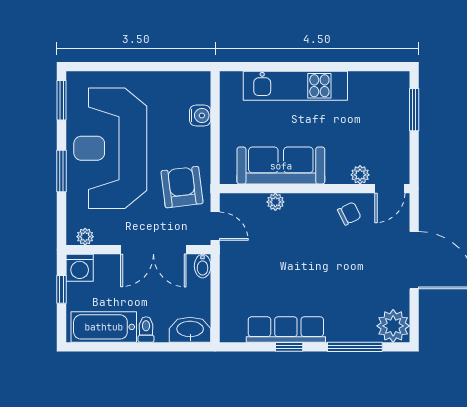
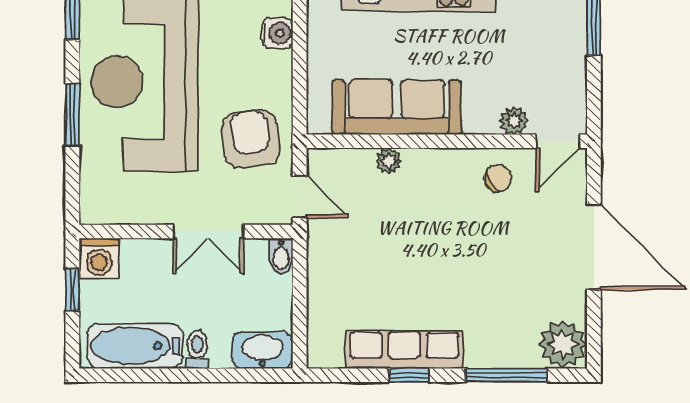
plant: (85, 237) -> (107, 212), removed
double door: (153, 250) -> (208, 232), width x0.73

